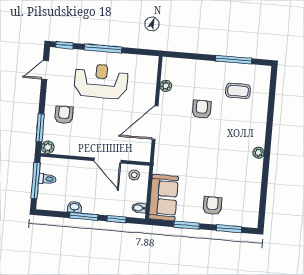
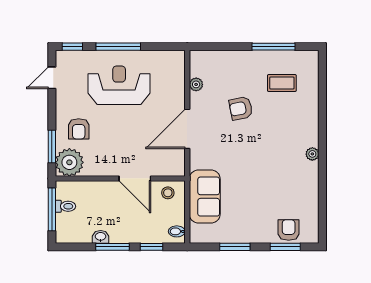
armchair: (202, 109) -> (241, 108), turned -101
armchair: (64, 115) -> (79, 129), turned 180
plant: (48, 147) -> (69, 162), width x1.87, depth x1.87
sofa: (163, 198) -> (205, 197), moved
armchair: (212, 206) -> (289, 230), moved

